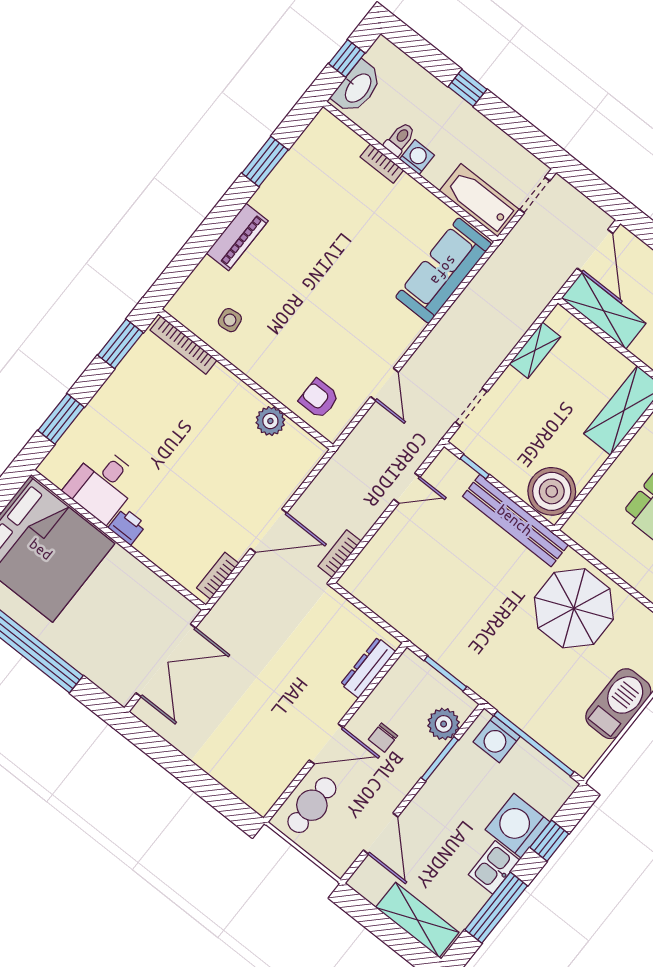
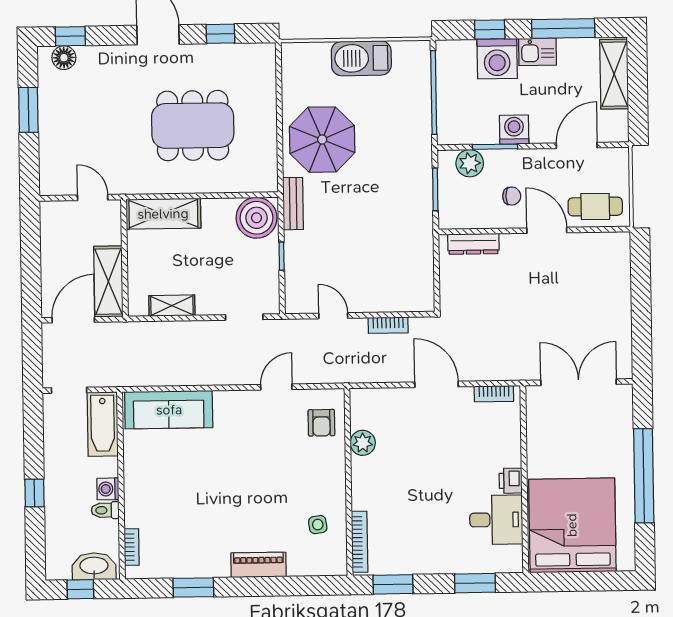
bookcase: (382, 163) -> (132, 547), moved
window: (475, 467) -> (282, 256), moved
bench: (515, 520) -> (293, 204), width x0.54, depth x0.82
bookcase: (340, 554) -> (388, 325), moved
washing machine: (497, 739) -> (514, 130), moved, turned -90

